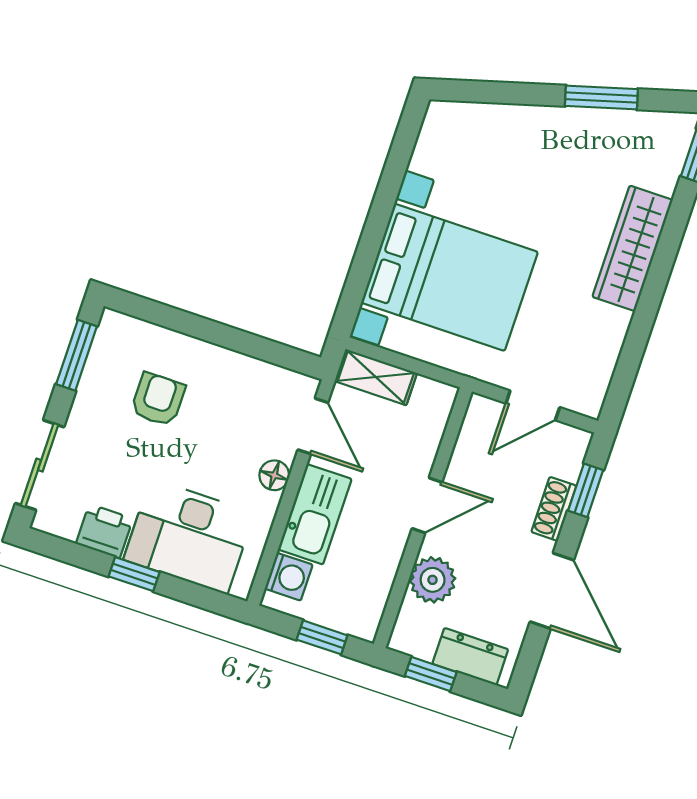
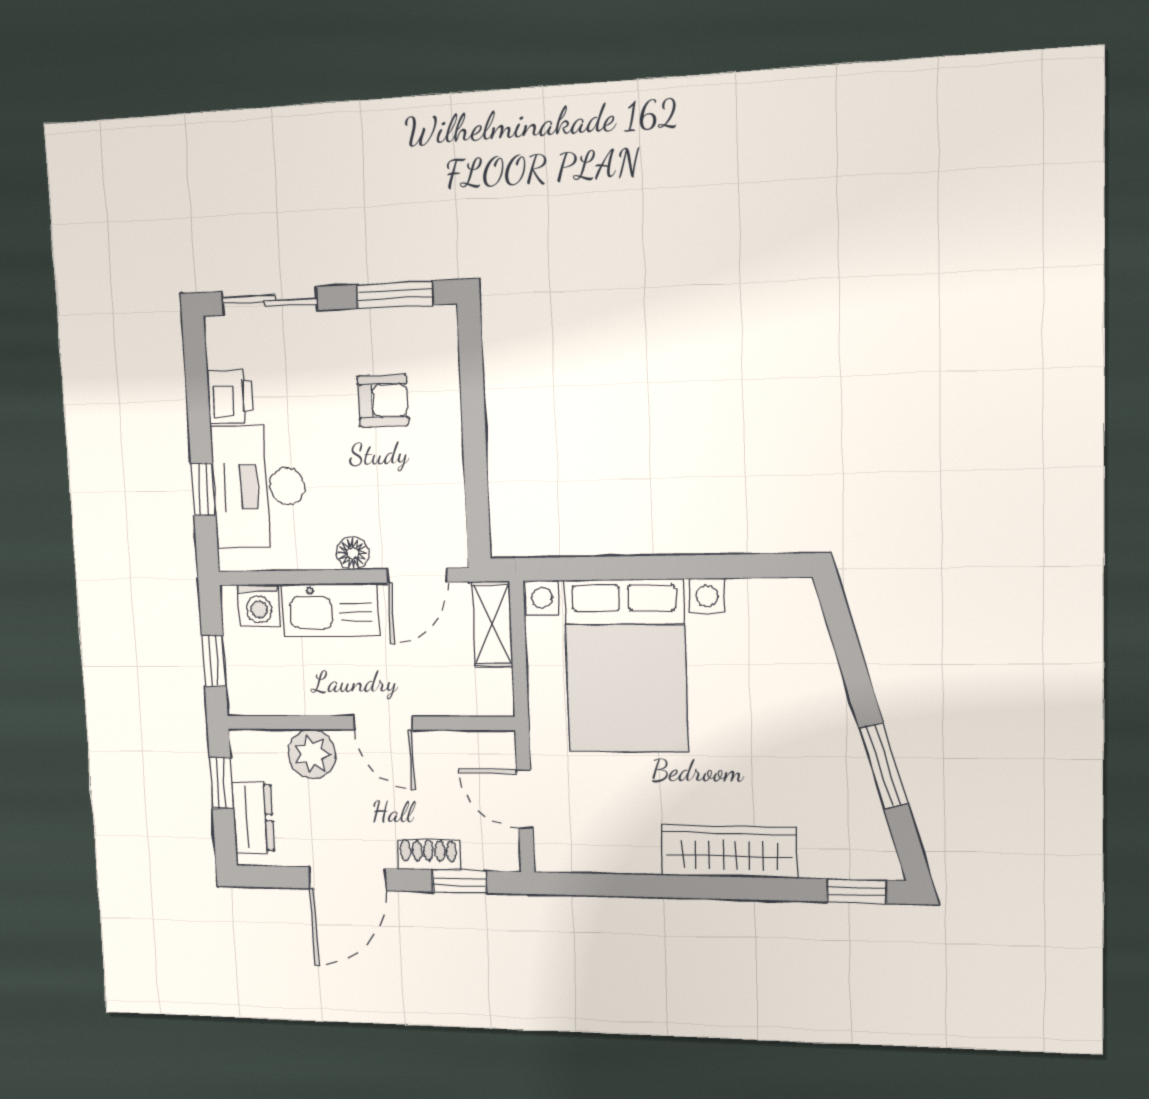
window: (134, 574) -> (203, 489), moved

